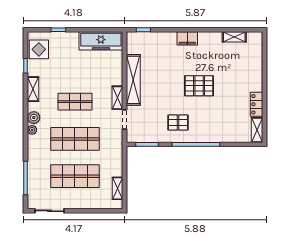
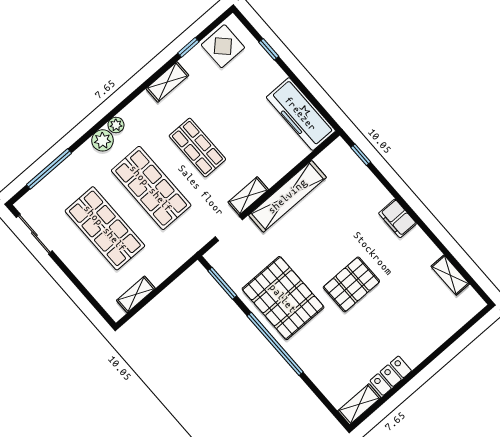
pallet: (199, 86) -> (351, 284), turned 90
plant: (34, 118) -> (103, 140), moved
pallet: (178, 123) -> (283, 298), width x2.05, depth x2.00

